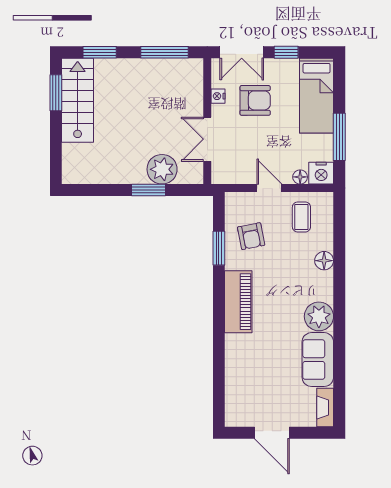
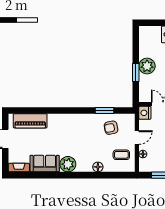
plant: (162, 169) -> (147, 66), moved
nightstand: (321, 173) -> (145, 113), moved
piano: (238, 302) -> (30, 121), moved

